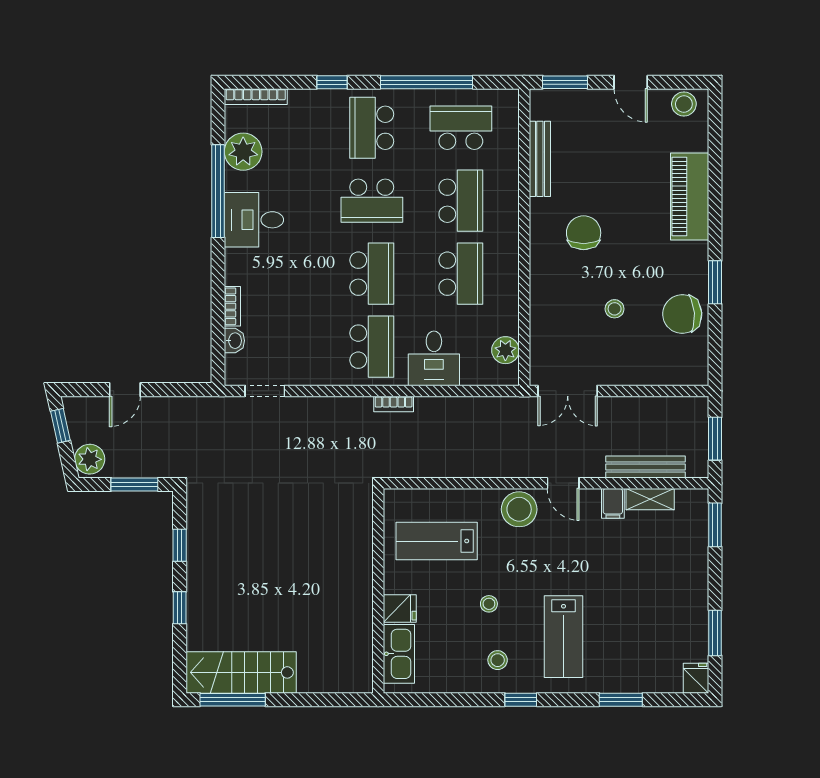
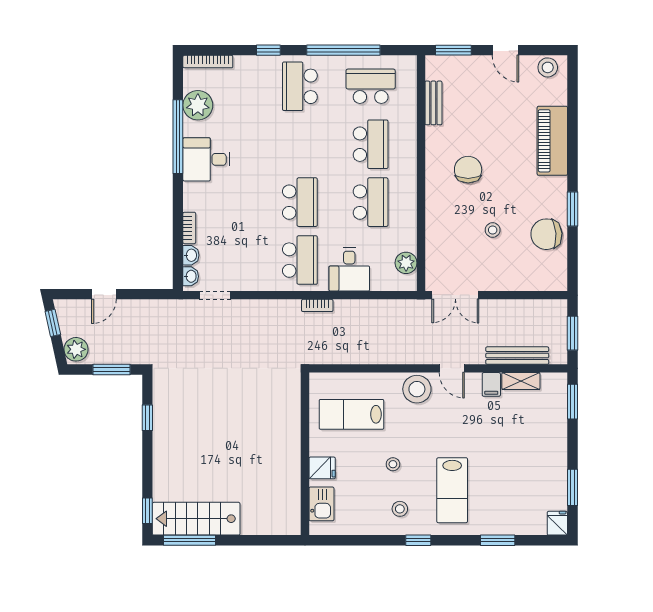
bench: (540, 159) -> (433, 103), width x0.73
school desk: (372, 201) -> (300, 144), removed
washbasin: (234, 367) -> (191, 276), added
window: (180, 608) -> (147, 511), moved
kitchen sink: (399, 654) -> (321, 504), width x0.73

